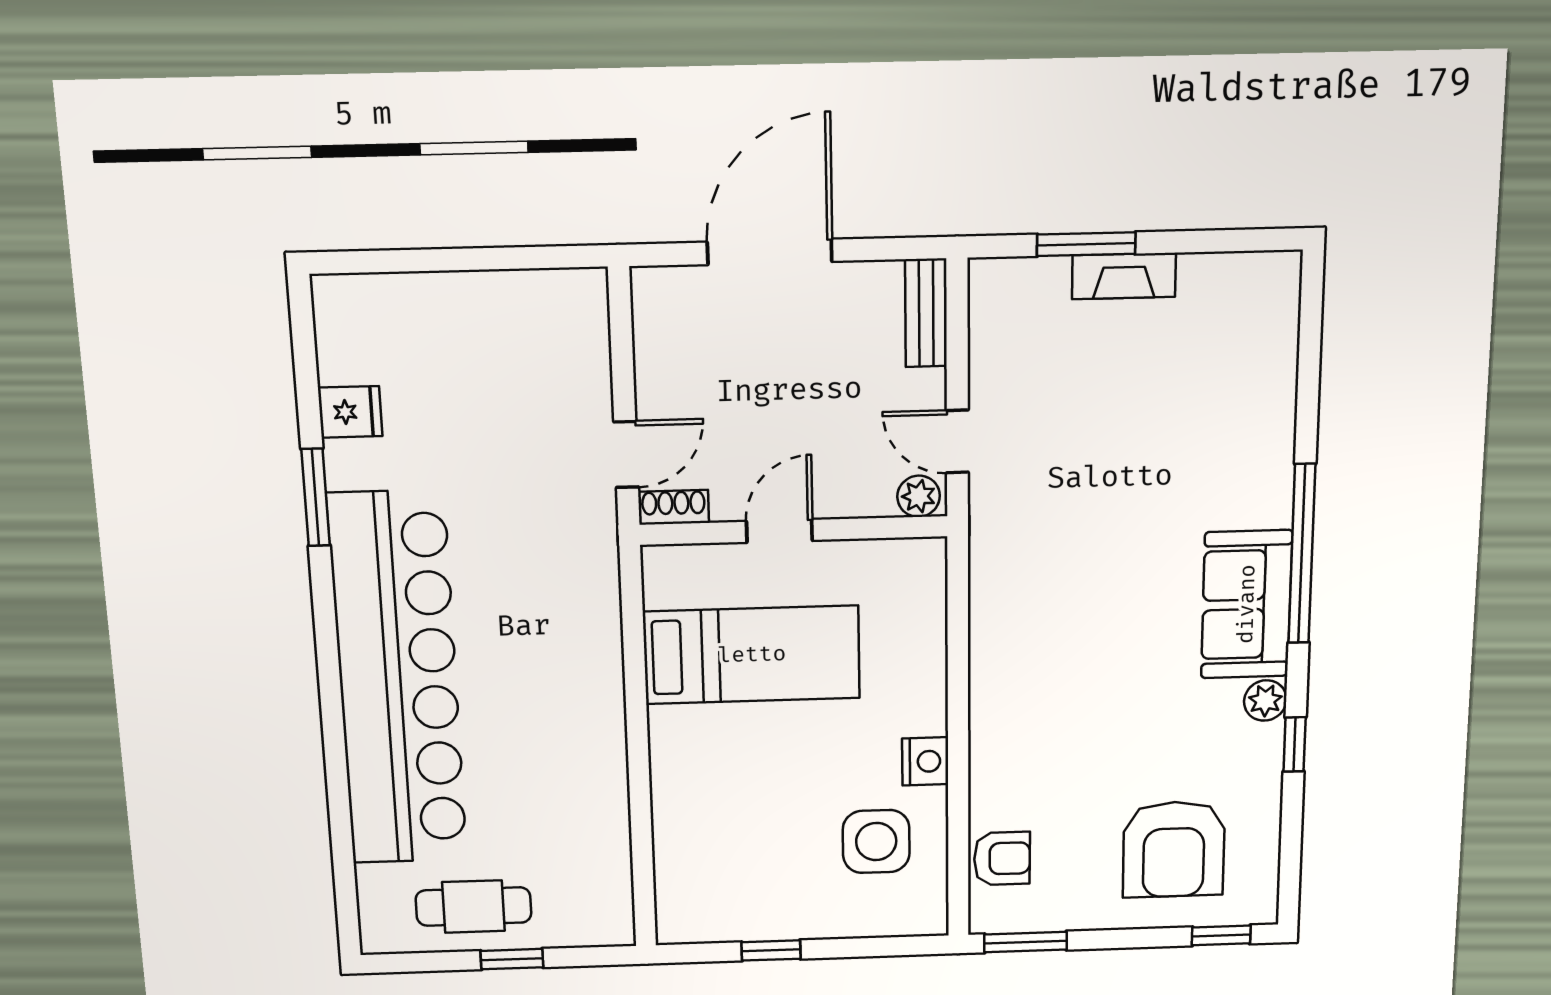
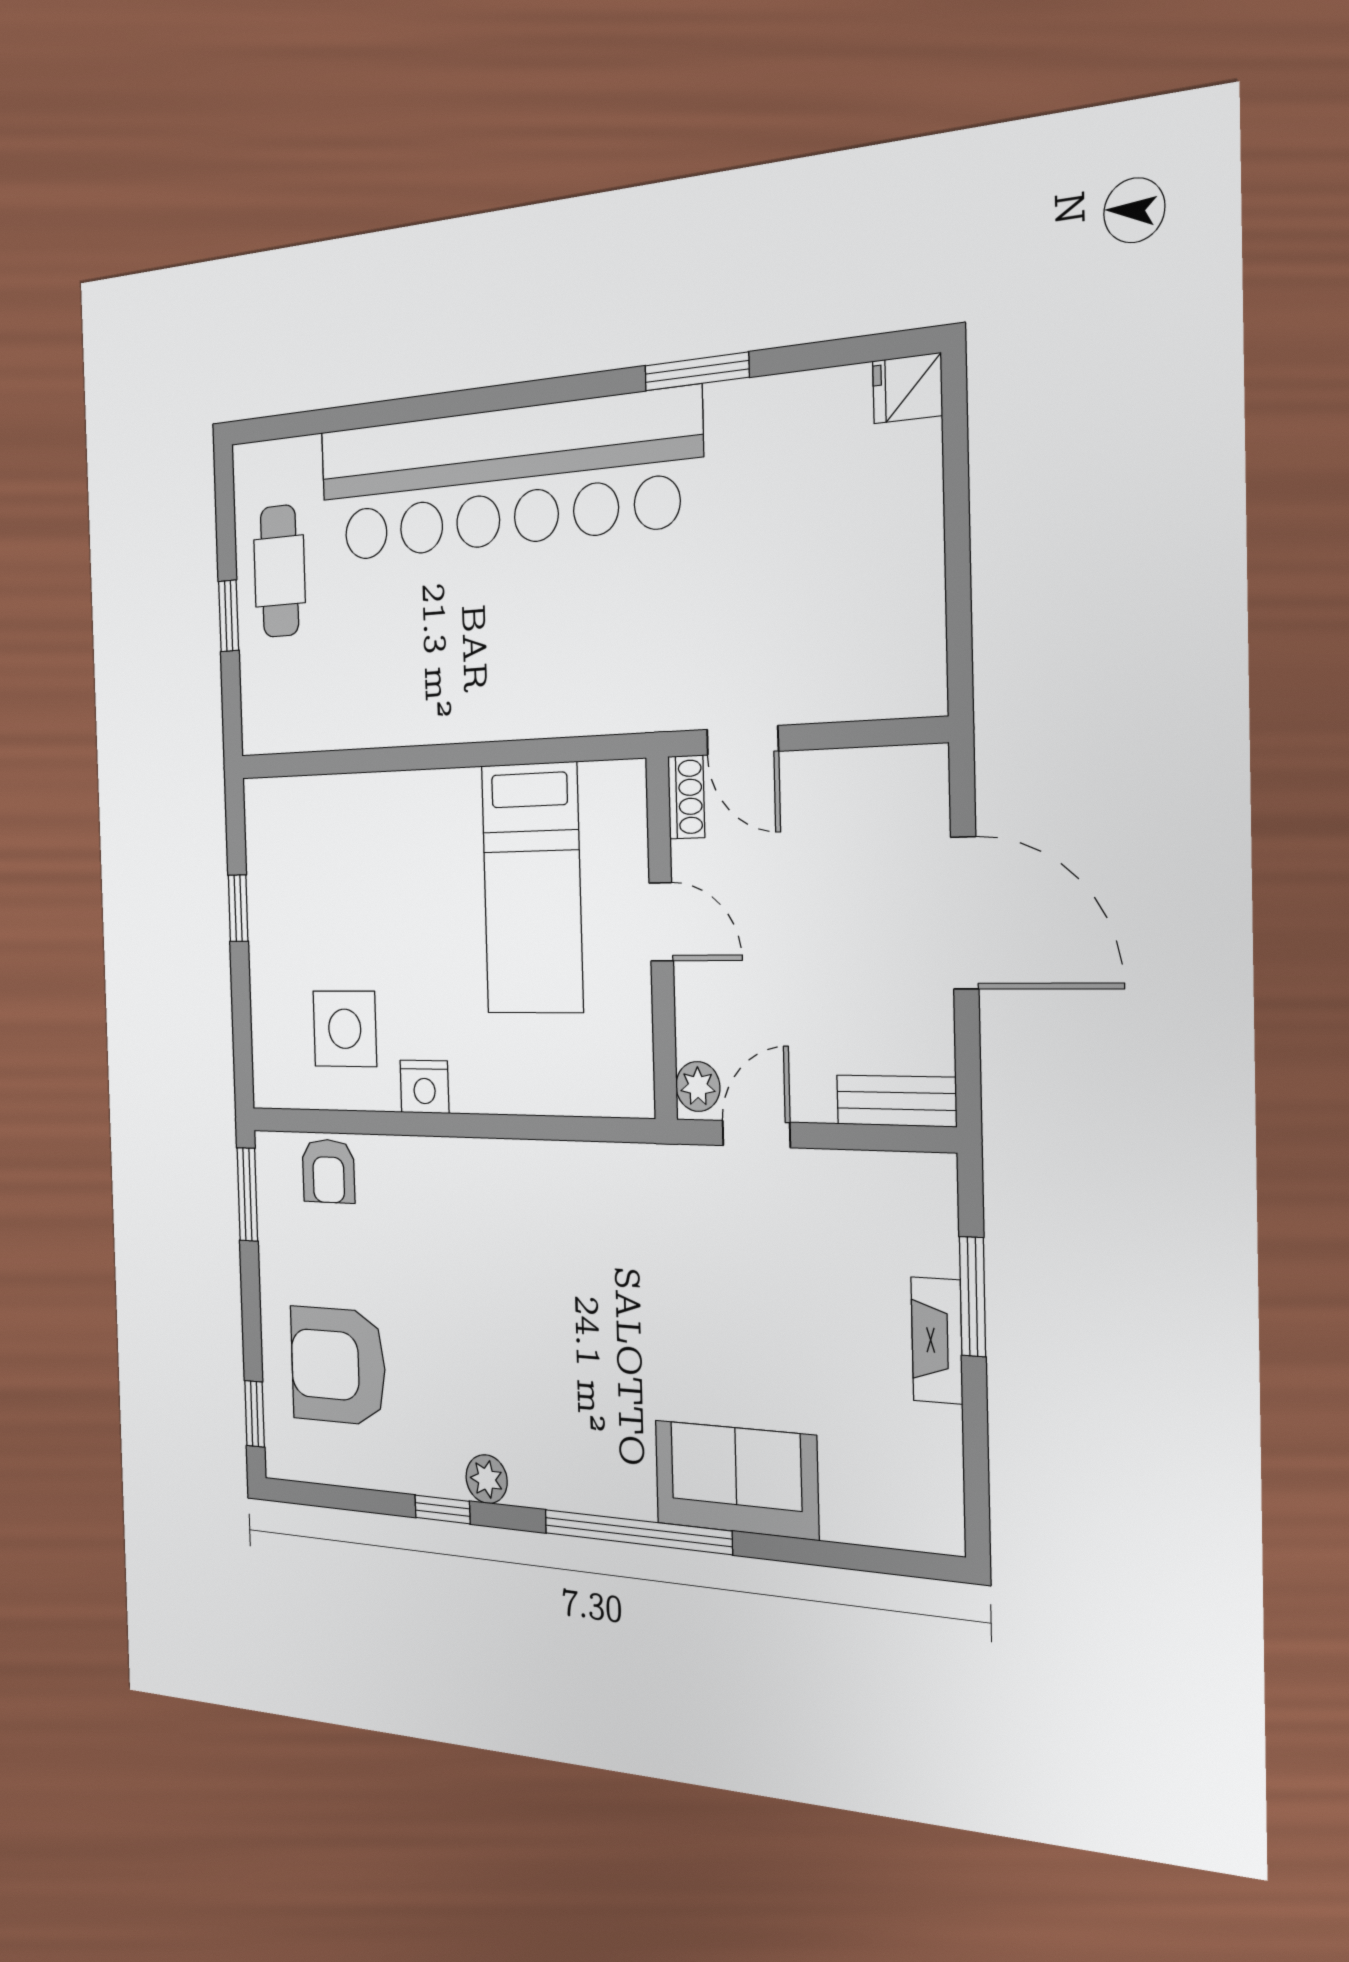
fridge: (350, 412) -> (907, 388), moved, turned 90
sofa: (1247, 604) -> (736, 1480), moved

